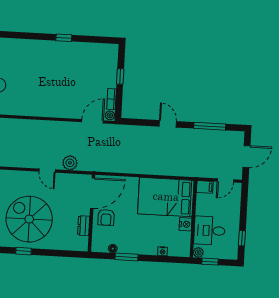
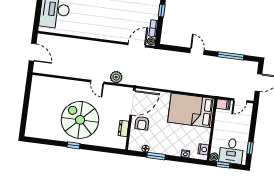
nightstand: (186, 224) -> (203, 149), moved
desk: (209, 231) -> (231, 151), moved, turned -90

